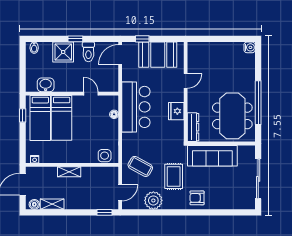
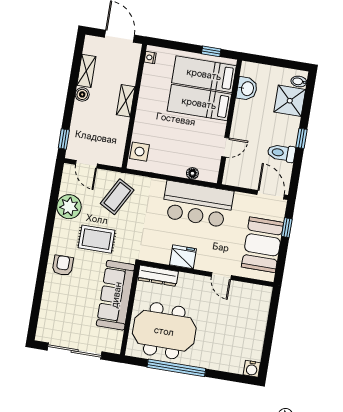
shower: (63, 52) -> (290, 101), moved
boiler: (34, 204) -> (82, 94), moved

